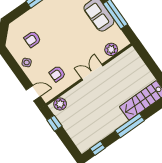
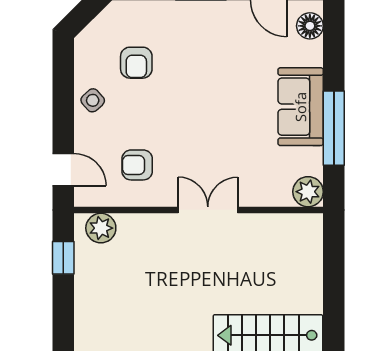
armchair: (32, 39) -> (136, 63), turned -90
plant: (111, 49) -> (308, 192), moved

